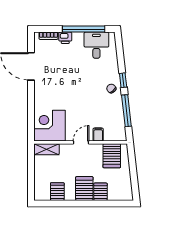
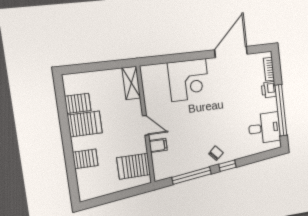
corner desk: (50, 126) -> (189, 80), moved, turned 90
server rack: (84, 189) -> (85, 124), moved

